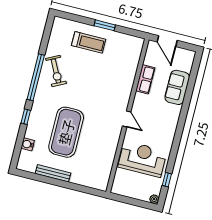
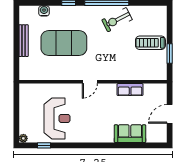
treadmill: (89, 42) -> (150, 43), turned 90
row of seats: (145, 79) -> (130, 90), moved
wall: (127, 116) -> (93, 82), moved
door: (127, 119) -> (90, 82), moved

